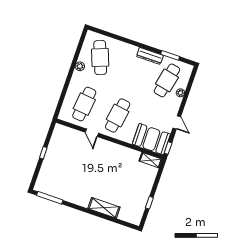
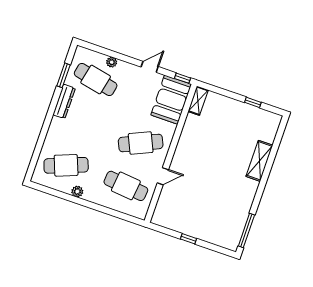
cafe table: (118, 115) -> (141, 143), turned -33

